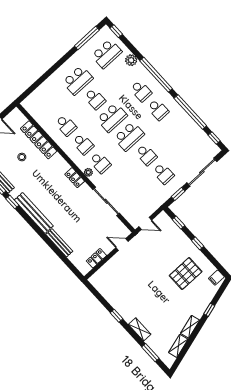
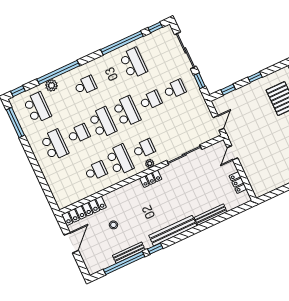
window: (156, 75) -> (58, 72), moved
school desk: (158, 110) -> (133, 63), moved, width x1.85
locker: (39, 140) -> (84, 211), moved
school desk: (83, 144) -> (120, 160), width x1.85

